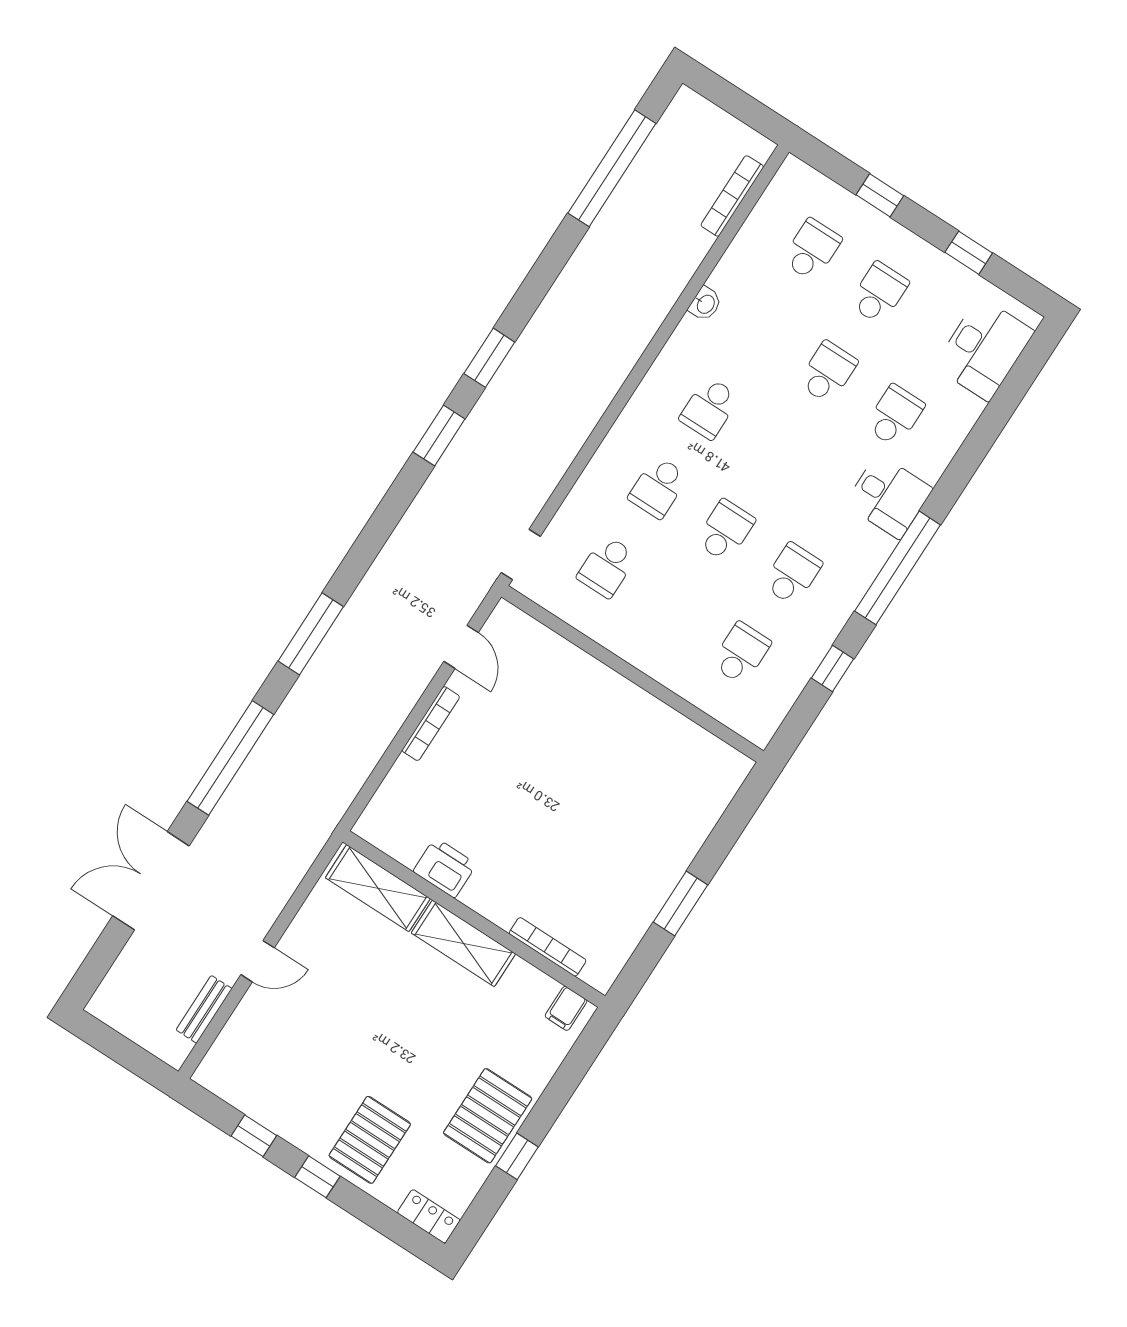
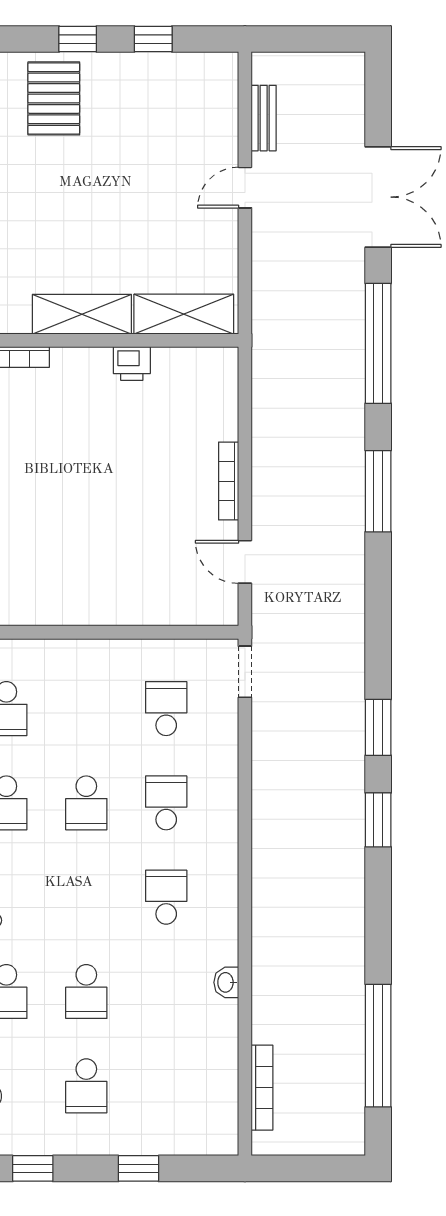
school desk: (812, 250) -> (166, 1086), removed
printer: (445, 868) -> (132, 364), width x0.73, depth x0.81

